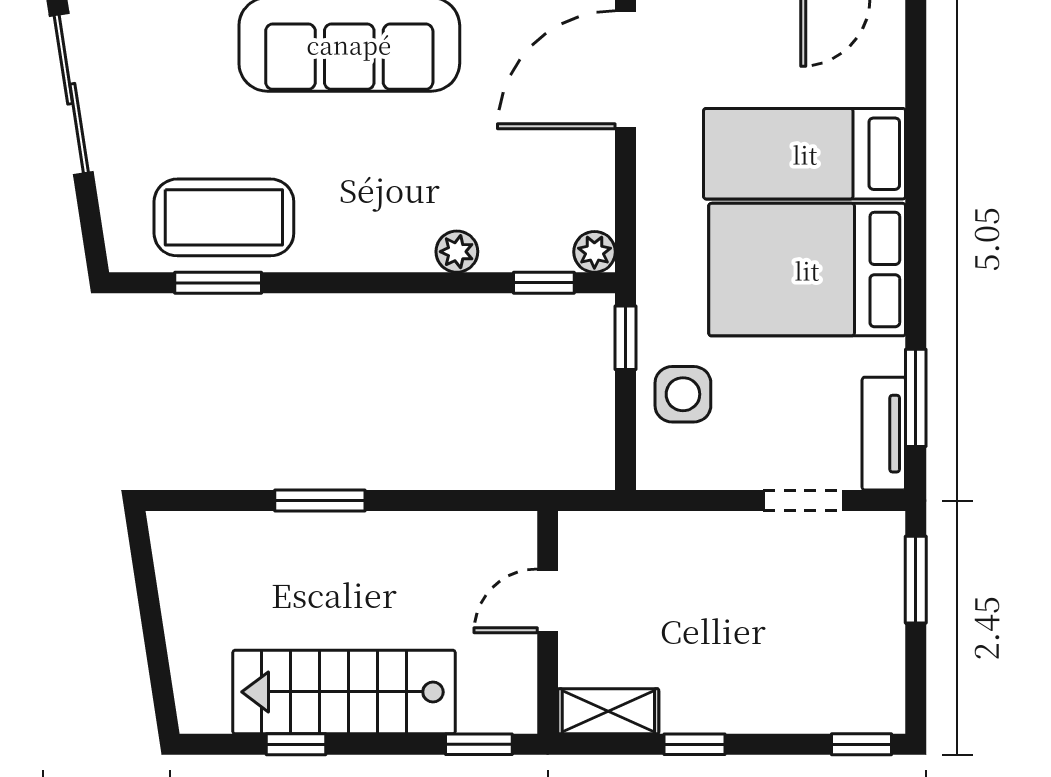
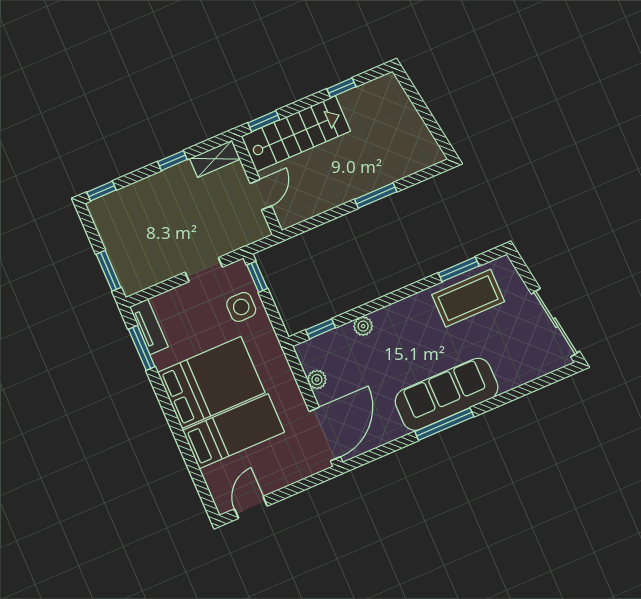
plant: (594, 252) -> (317, 380), moved
window: (625, 338) -> (257, 277), moved
doorway: (803, 501) -> (204, 270), moved
stairs: (344, 692) -> (296, 134), moved

